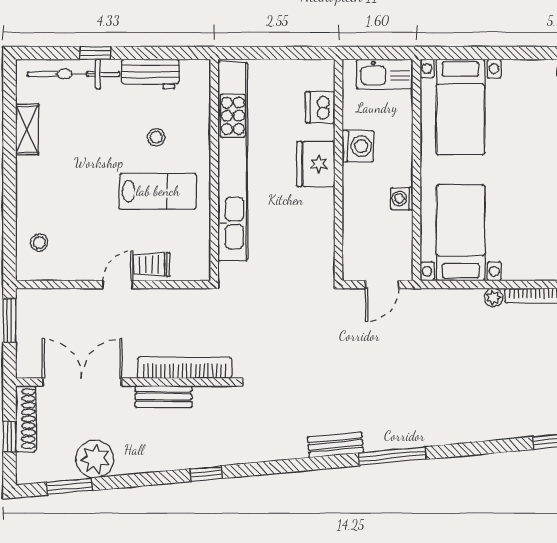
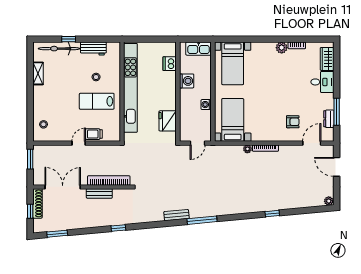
fridge: (316, 164) -> (168, 121), moved
lab bench: (158, 191) -> (97, 101), turned 180
plant: (95, 459) -> (68, 221), removed

